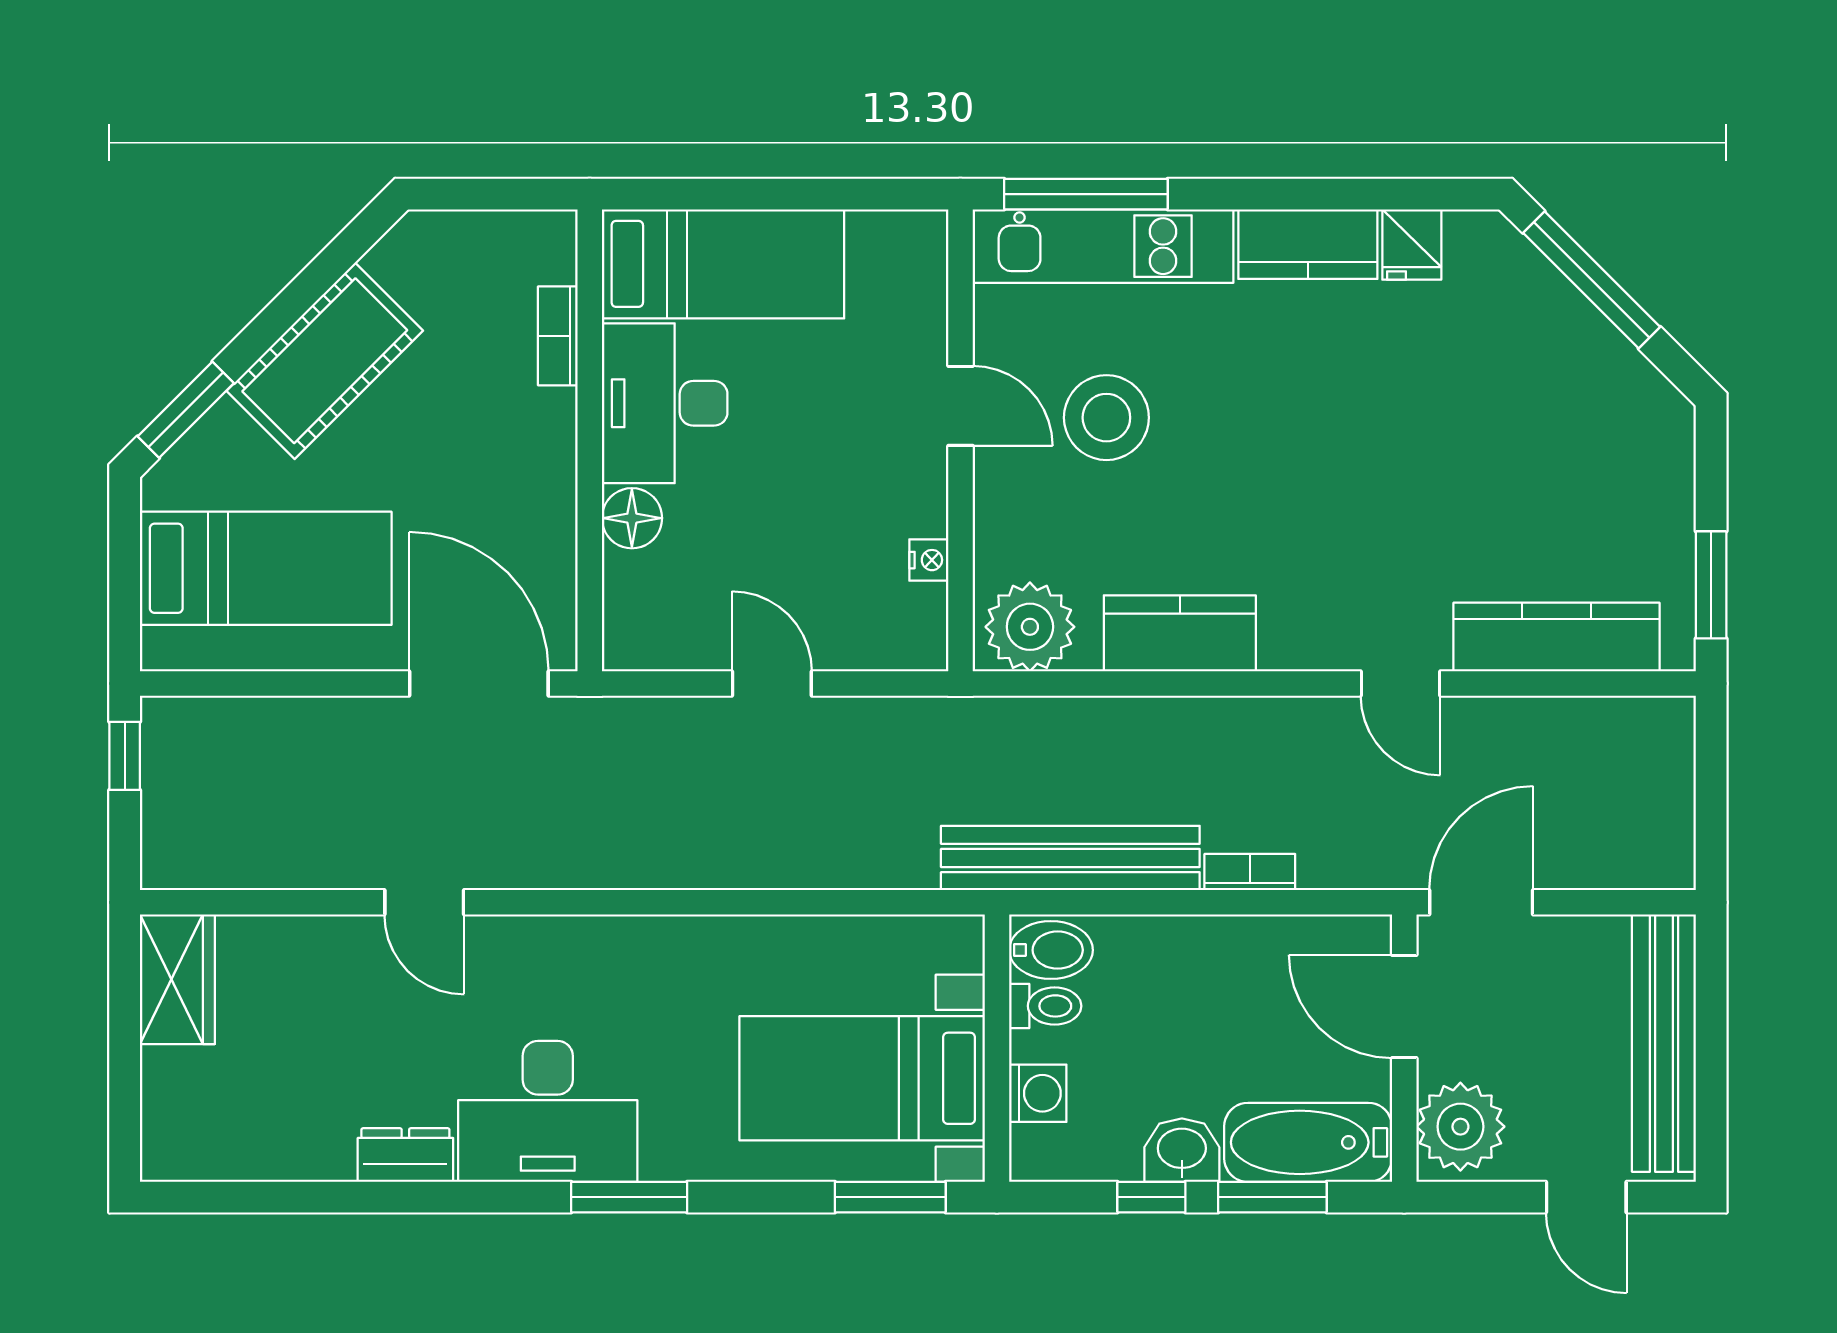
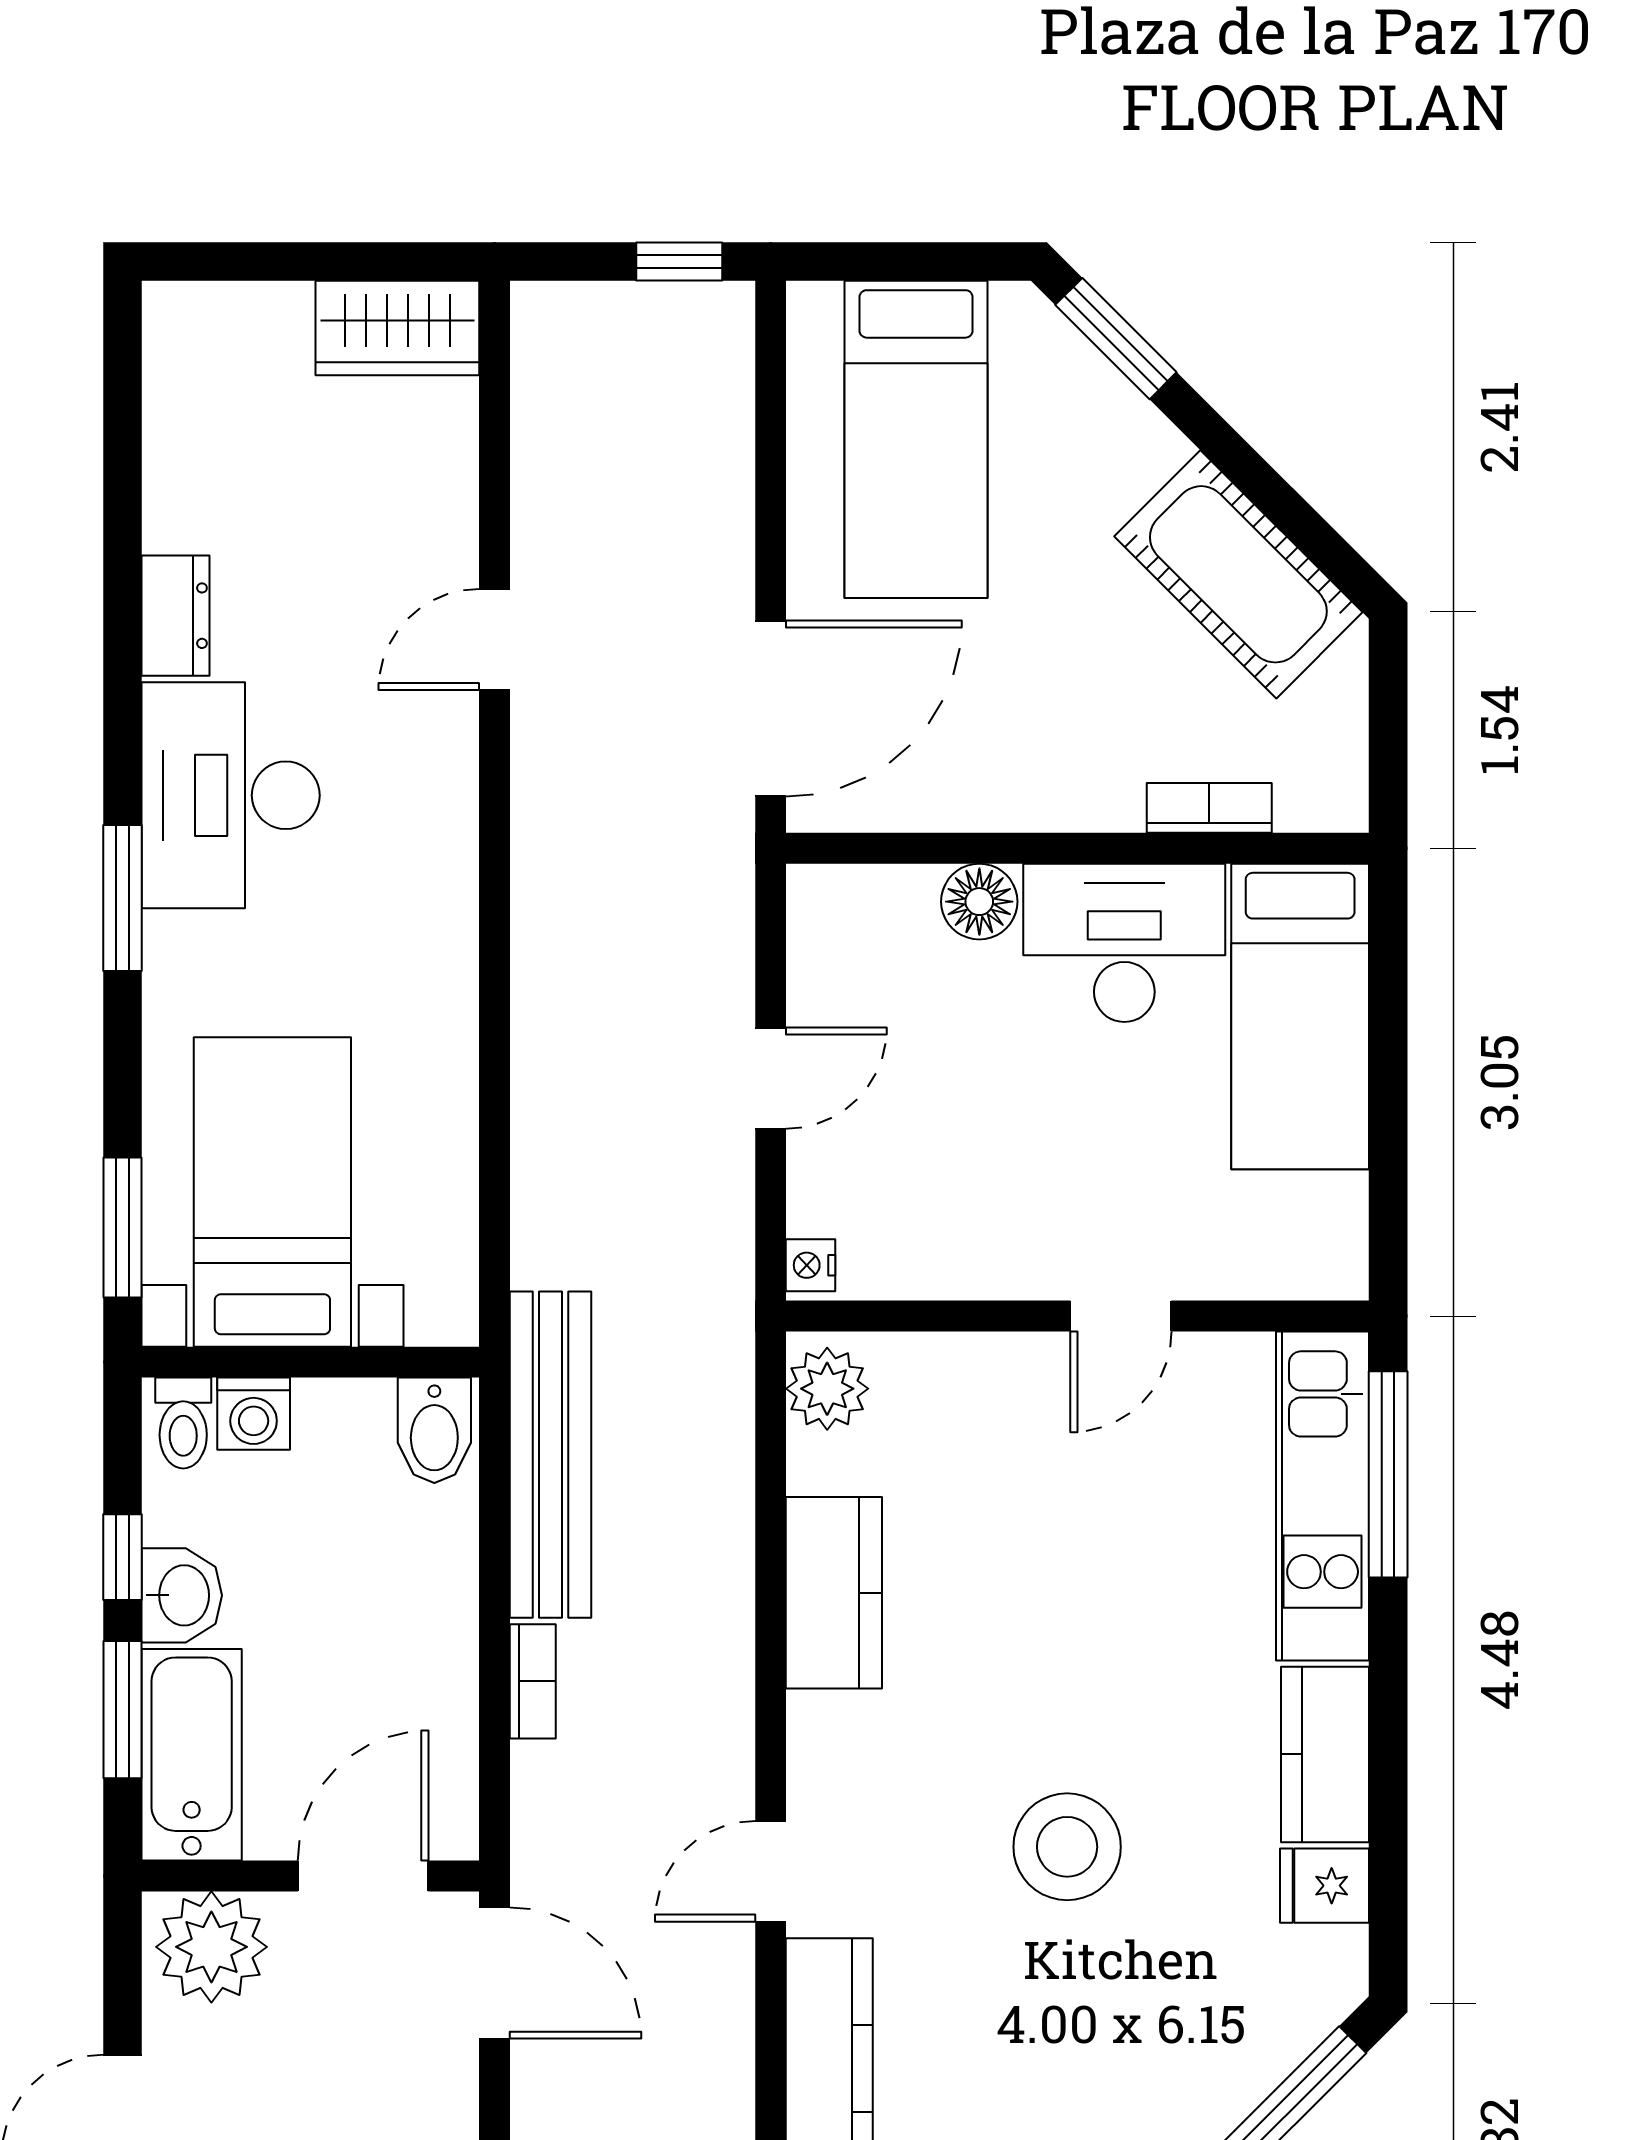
cot: (325, 361) -> (1238, 574), moved
stool: (1106, 418) -> (1067, 1847), moved
nightstand: (929, 560) -> (811, 1265), moved, turned 90
plant: (1030, 627) -> (827, 1389), width x0.73, depth x0.73
toilet: (1045, 1006) -> (183, 1423), moved

